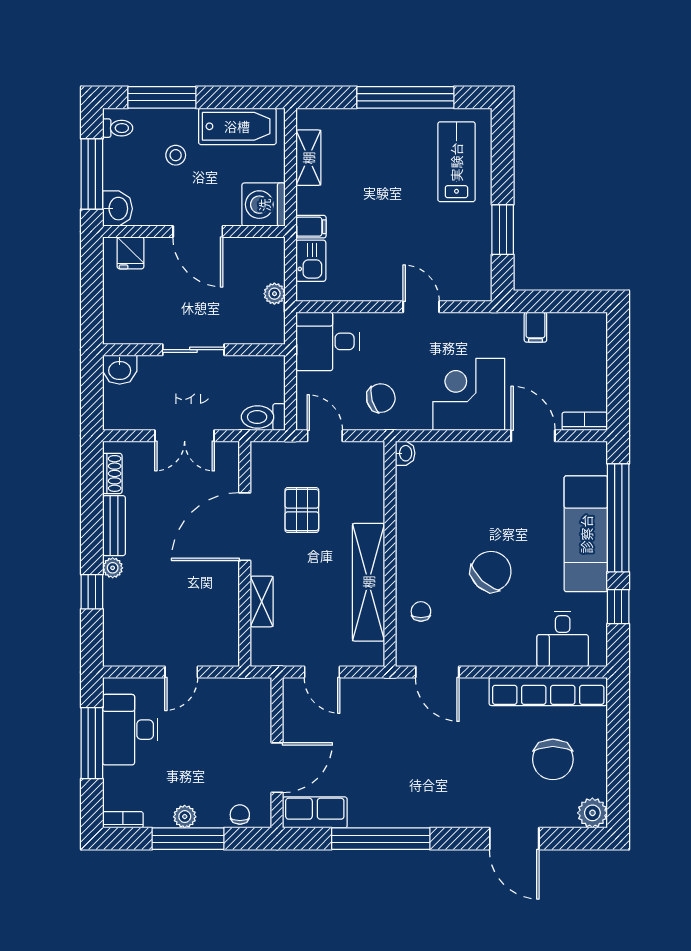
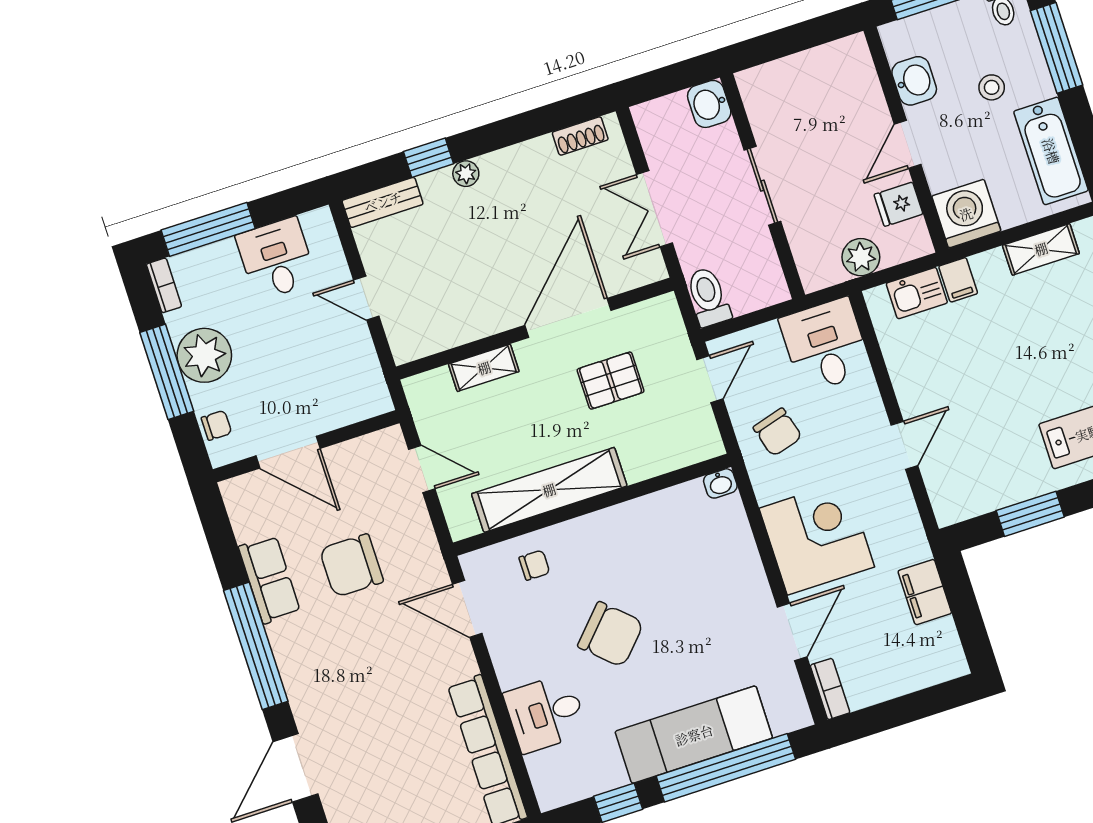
washbasin: (117, 209) -> (914, 81), moved, turned -90
door: (198, 232) -> (908, 144), width x0.73
fridge: (130, 253) -> (898, 204), moved
plant: (274, 294) -> (861, 257), width x1.38, depth x1.38
filing cabinet: (535, 327) -> (925, 592), width x2.00
bench: (114, 526) -> (383, 202), moved
door: (245, 527) -> (568, 318), hinge flipped
desk: (563, 639) -> (546, 713), moved
door: (322, 672) -> (422, 469), swing flipped
door: (437, 672) -> (467, 609), hinge flipped
desk: (130, 730) -> (276, 259), width x0.73
window: (92, 743) -> (208, 229), moved
chair: (553, 759) -> (351, 565), moved
row of seats: (315, 812) -> (269, 579), moved
plant: (185, 817) -> (204, 355), width x1.87, depth x1.87
window: (381, 839) -> (256, 646), moved

